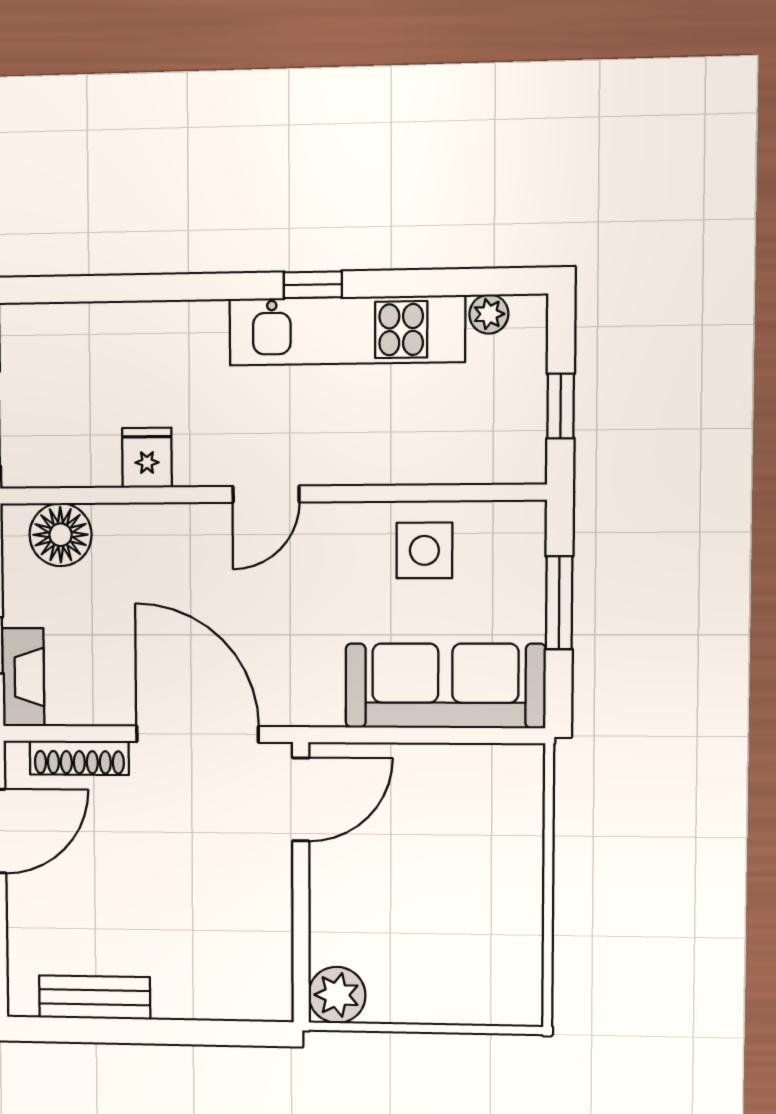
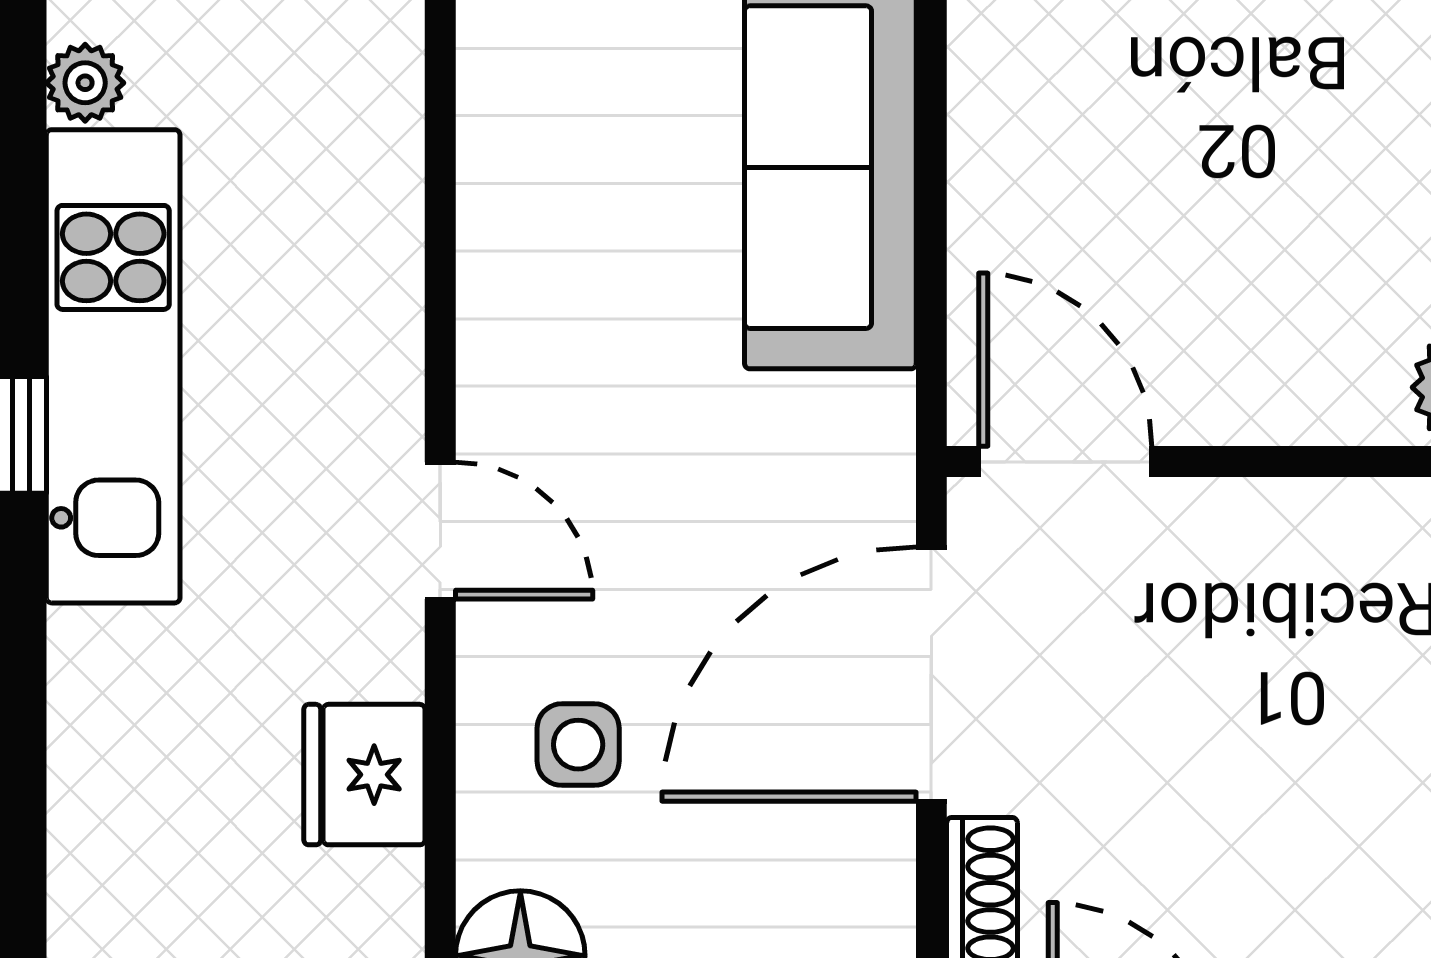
fridge: (147, 458) -> (364, 775), width x1.38
side table: (424, 550) -> (578, 745), moved, width x0.73, depth x0.73

